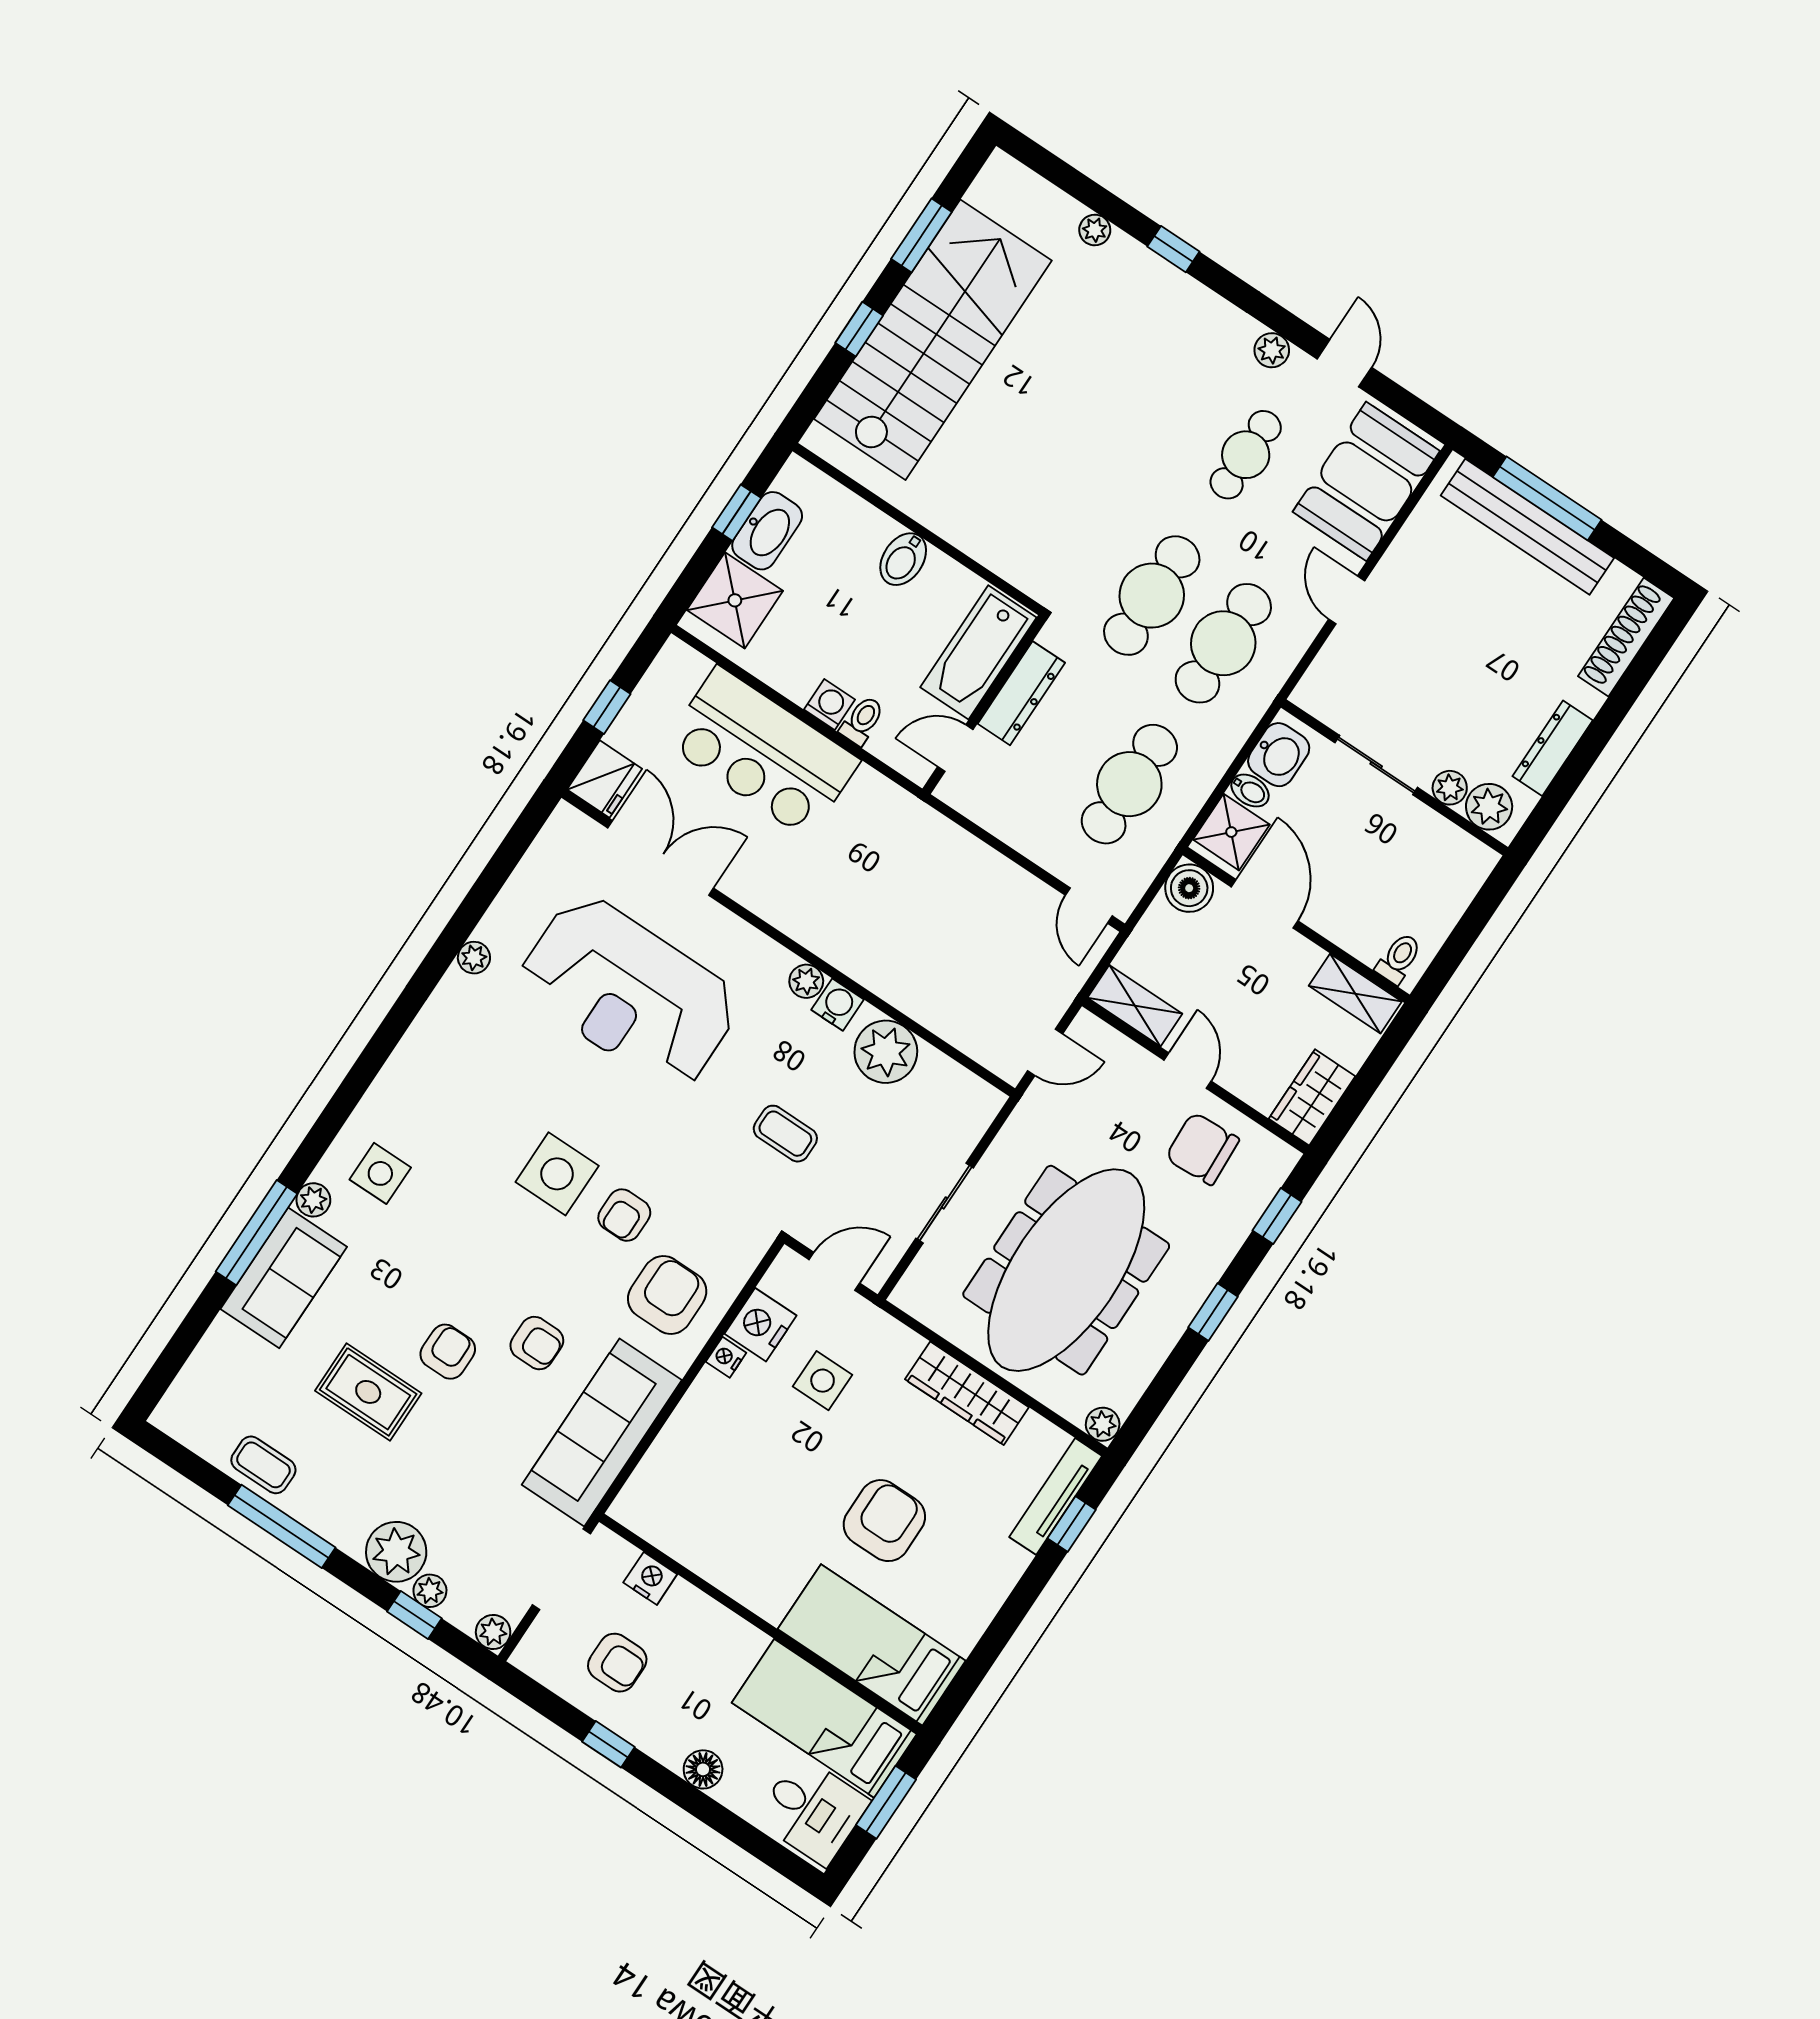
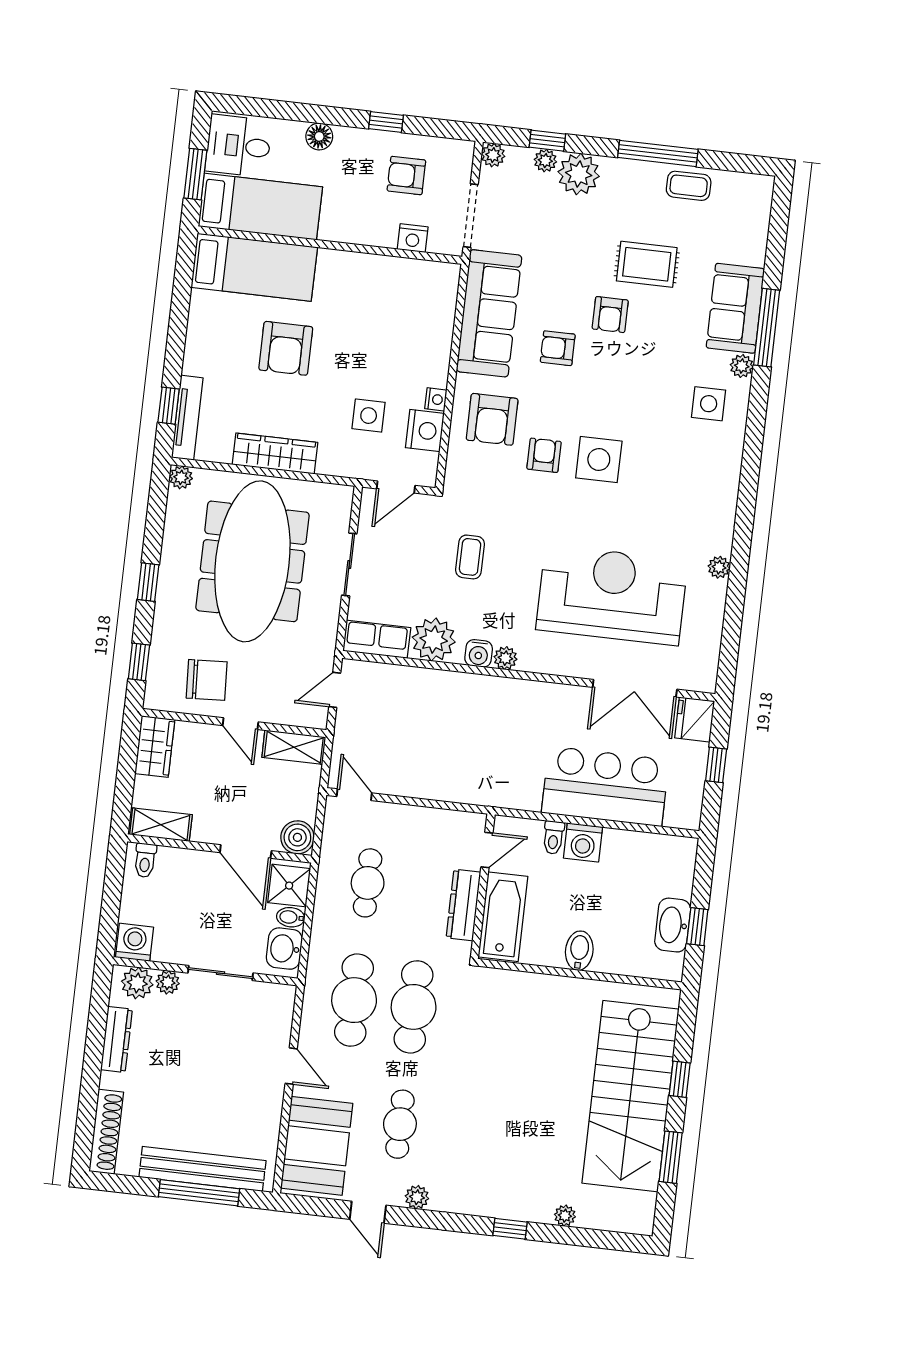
shower: (735, 600) -> (671, 872), removed
washing machine: (830, 705) -> (583, 842), width x1.38, depth x1.38
cafe table: (1129, 784) -> (368, 883), width x0.73, depth x0.74
washing machine: (1466, 861) -> (135, 942), added
row of seats: (958, 1089) -> (377, 639), added
coffee table: (785, 1134) -> (470, 557), turned 90

